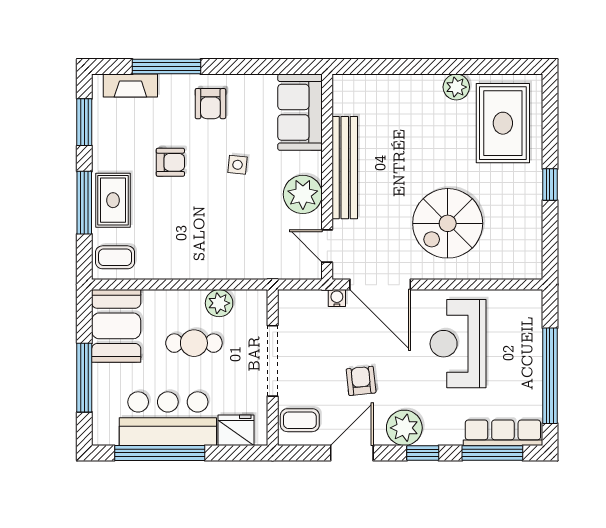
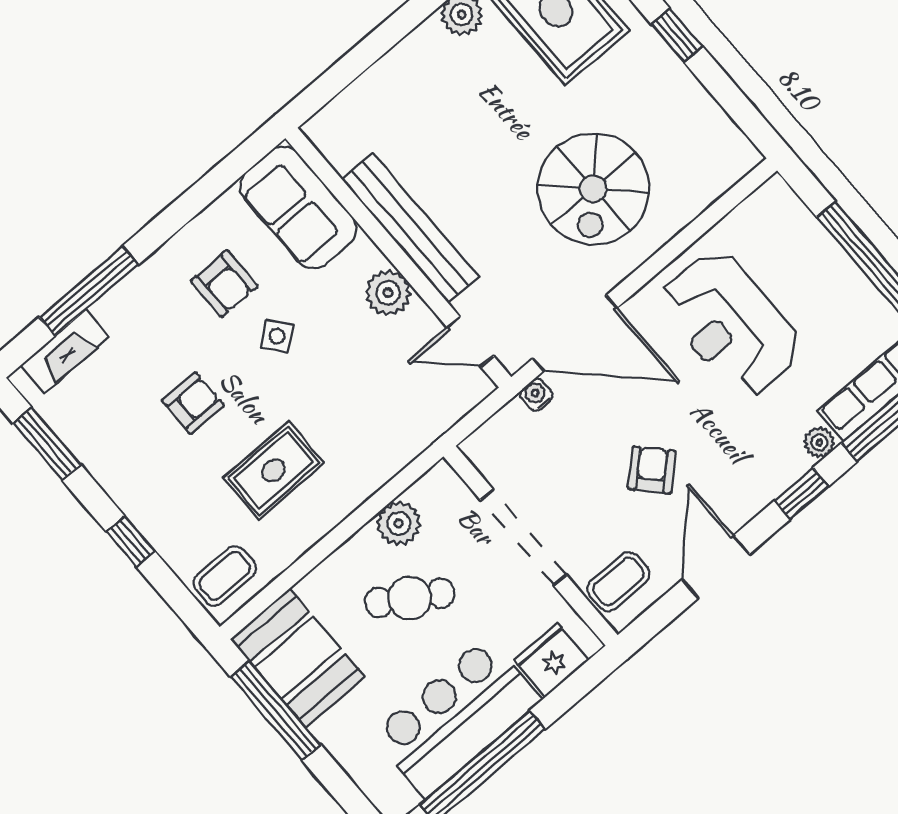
armchair: (210, 104) -> (224, 284), moved
side table: (238, 165) -> (277, 336), turned 45
plant: (303, 194) -> (388, 293), width x0.73, depth x0.73
rug: (113, 200) -> (274, 470), moved, turned 90
window: (84, 203) -> (131, 542), width x0.46
cafe table: (194, 343) -> (410, 598), turned 32
window: (84, 378) -> (276, 711), moved
armchair: (361, 381) -> (652, 470), turned 53
plant: (404, 428) -> (819, 443), moved, width x0.53, depth x0.53

